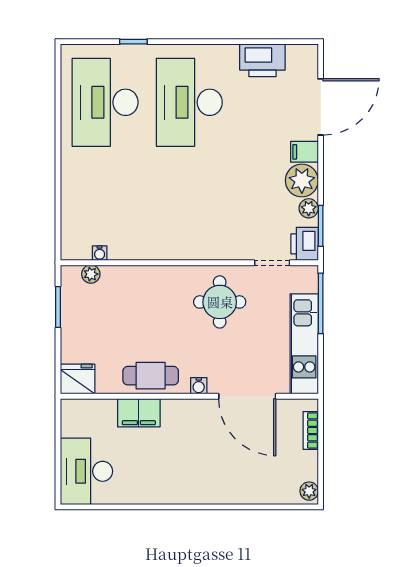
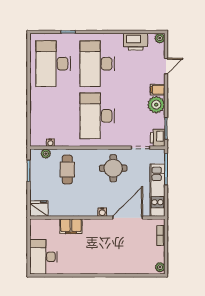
door: (321, 107) -> (166, 66), width x0.53
desk: (189, 202) -> (97, 116), added
plant: (309, 208) -> (160, 38), moved
cafe table: (151, 376) -> (67, 169), moved, turned 90
door: (247, 396) -> (128, 218), swing flipped

